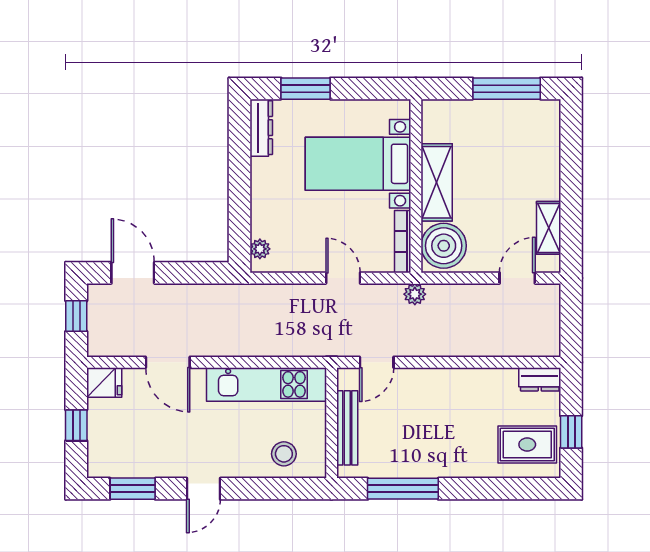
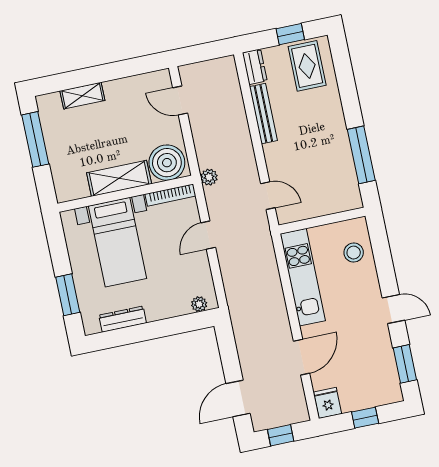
dresser: (261, 128) -> (123, 319), moved
shelving: (549, 228) -> (82, 96), moved
bench: (347, 428) -> (263, 114), moved, turned 90

